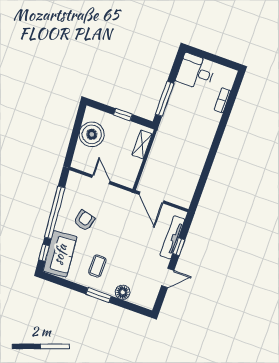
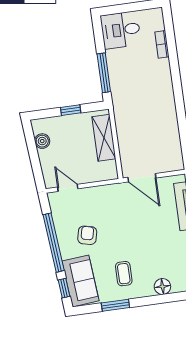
boiler: (92, 134) -> (42, 141), width x0.54, depth x0.54
shelving: (142, 145) -> (104, 138), width x1.50, depth x1.33
door: (101, 179) -> (68, 188), moved
window: (99, 295) -> (115, 305), moved

